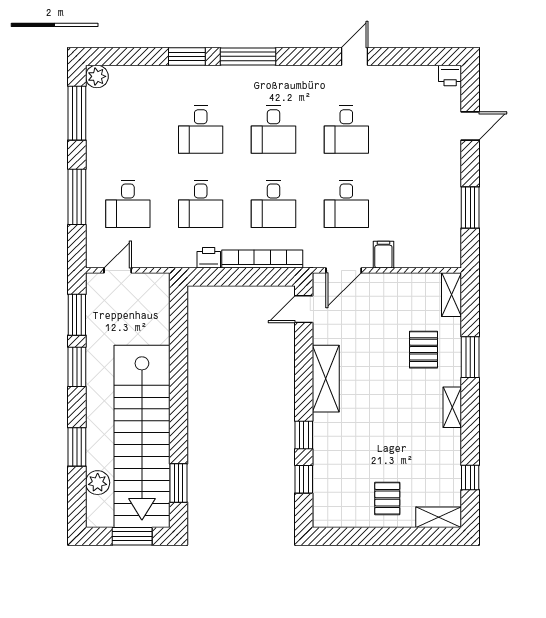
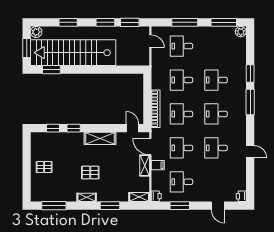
desk: (419, 204) -> (181, 182), added
printer: (209, 258) -> (156, 196), moved
pallet: (424, 350) -> (90, 172), moved
window: (470, 478) -> (54, 206), width x2.17
plant: (98, 483) -> (36, 32), moved
shelving: (439, 517) -> (145, 166), moved

